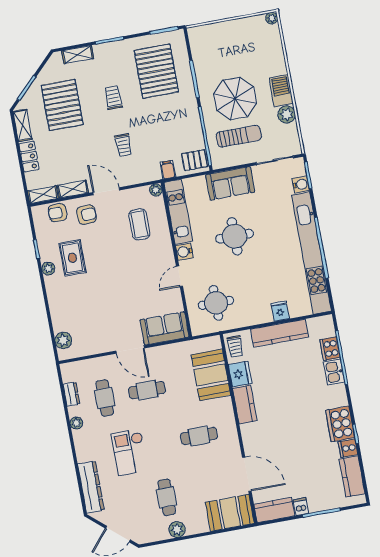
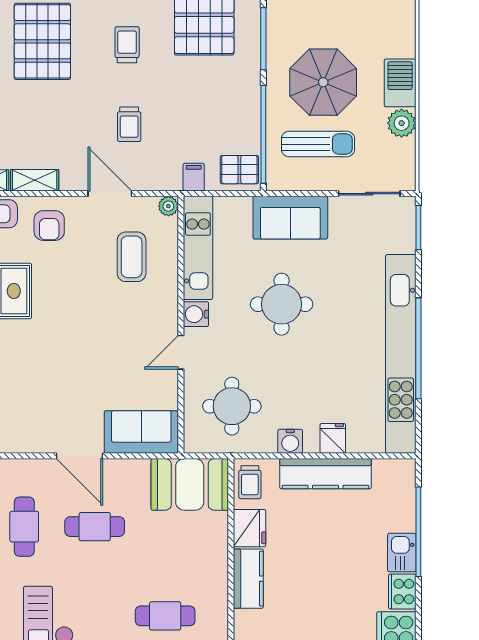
water cooler: (301, 185) -> (290, 441), moved, turned 90
door: (106, 191) -> (110, 194), moved
armchair: (87, 215) -> (49, 226), turned 92
cooker: (330, 349) -> (402, 591), moved
booth: (211, 375) -> (190, 484), moved, turned 90

